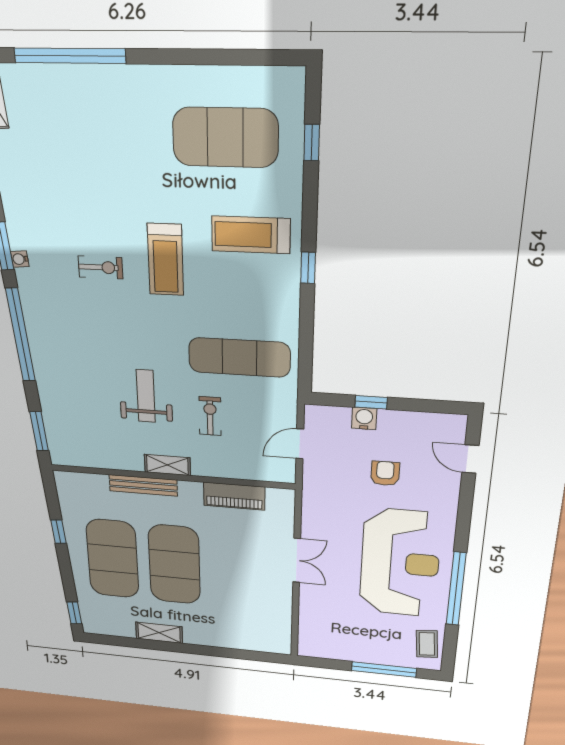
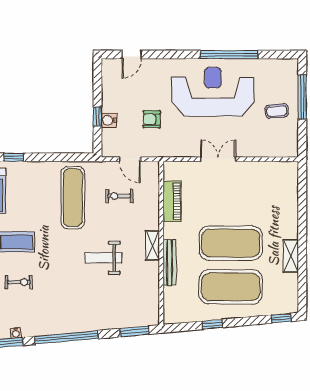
exercise bike: (101, 267) -> (19, 282), turned 90
exercise bike: (210, 416) -> (119, 196), moved
armchair: (385, 473) -> (152, 119), moved
coffee table: (427, 644) -> (277, 111), moved

